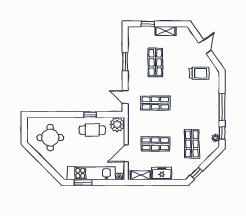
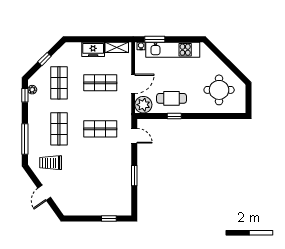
shelving: (166, 31) -> (89, 210), removed
shop shelf: (155, 62) -> (59, 129), moved
window: (222, 107) -> (25, 139), moved
door: (126, 154) -> (133, 84), moved
window: (196, 173) -> (44, 59), moved
window: (83, 182) -> (155, 39), moved

